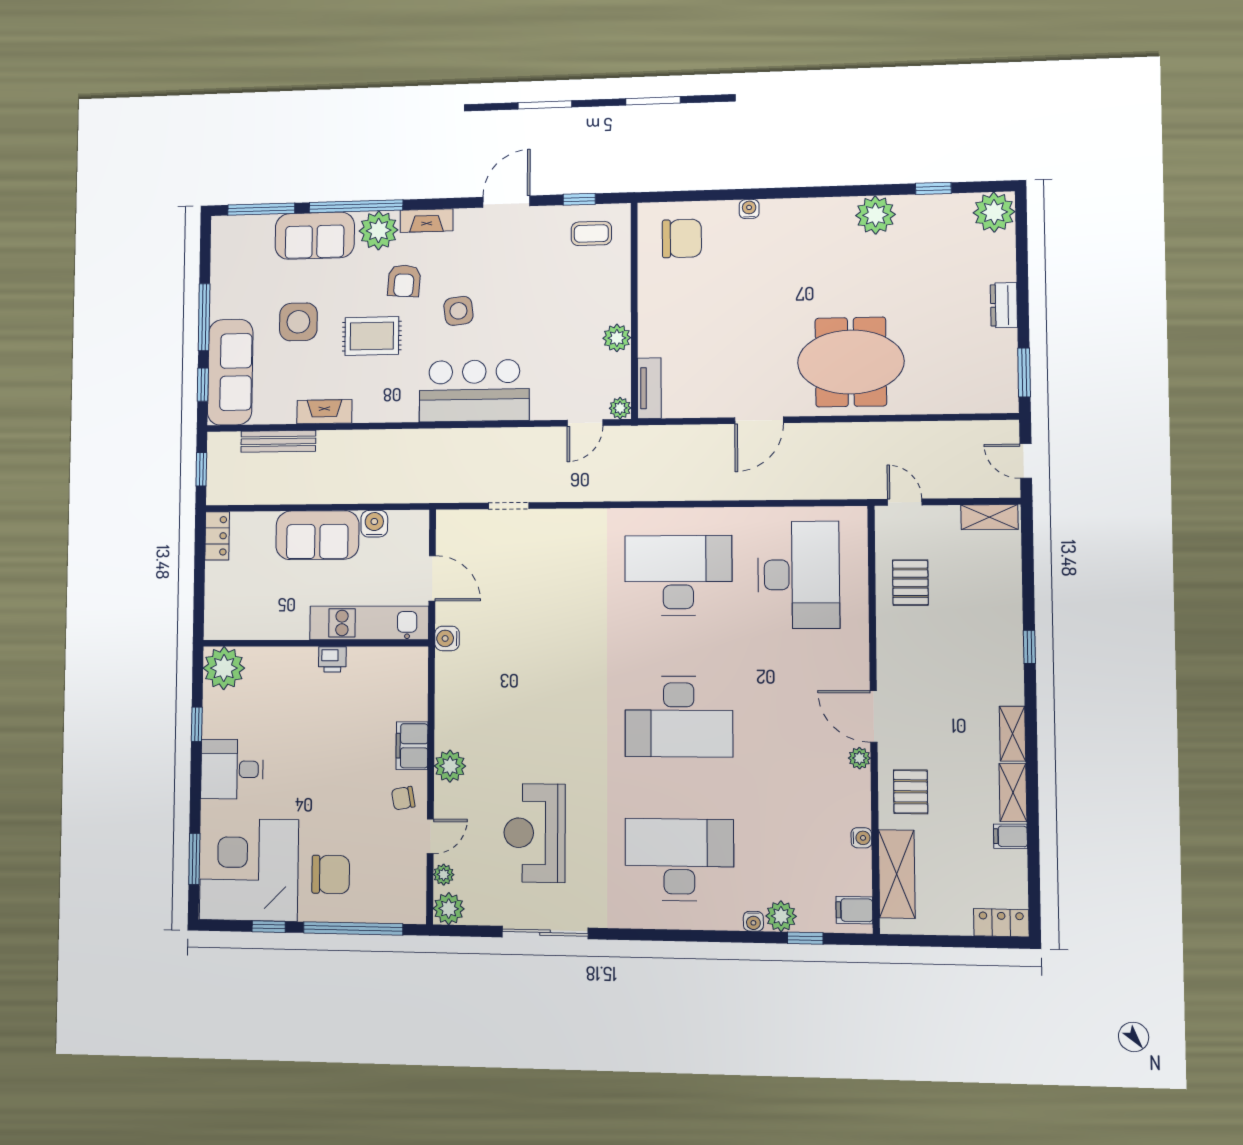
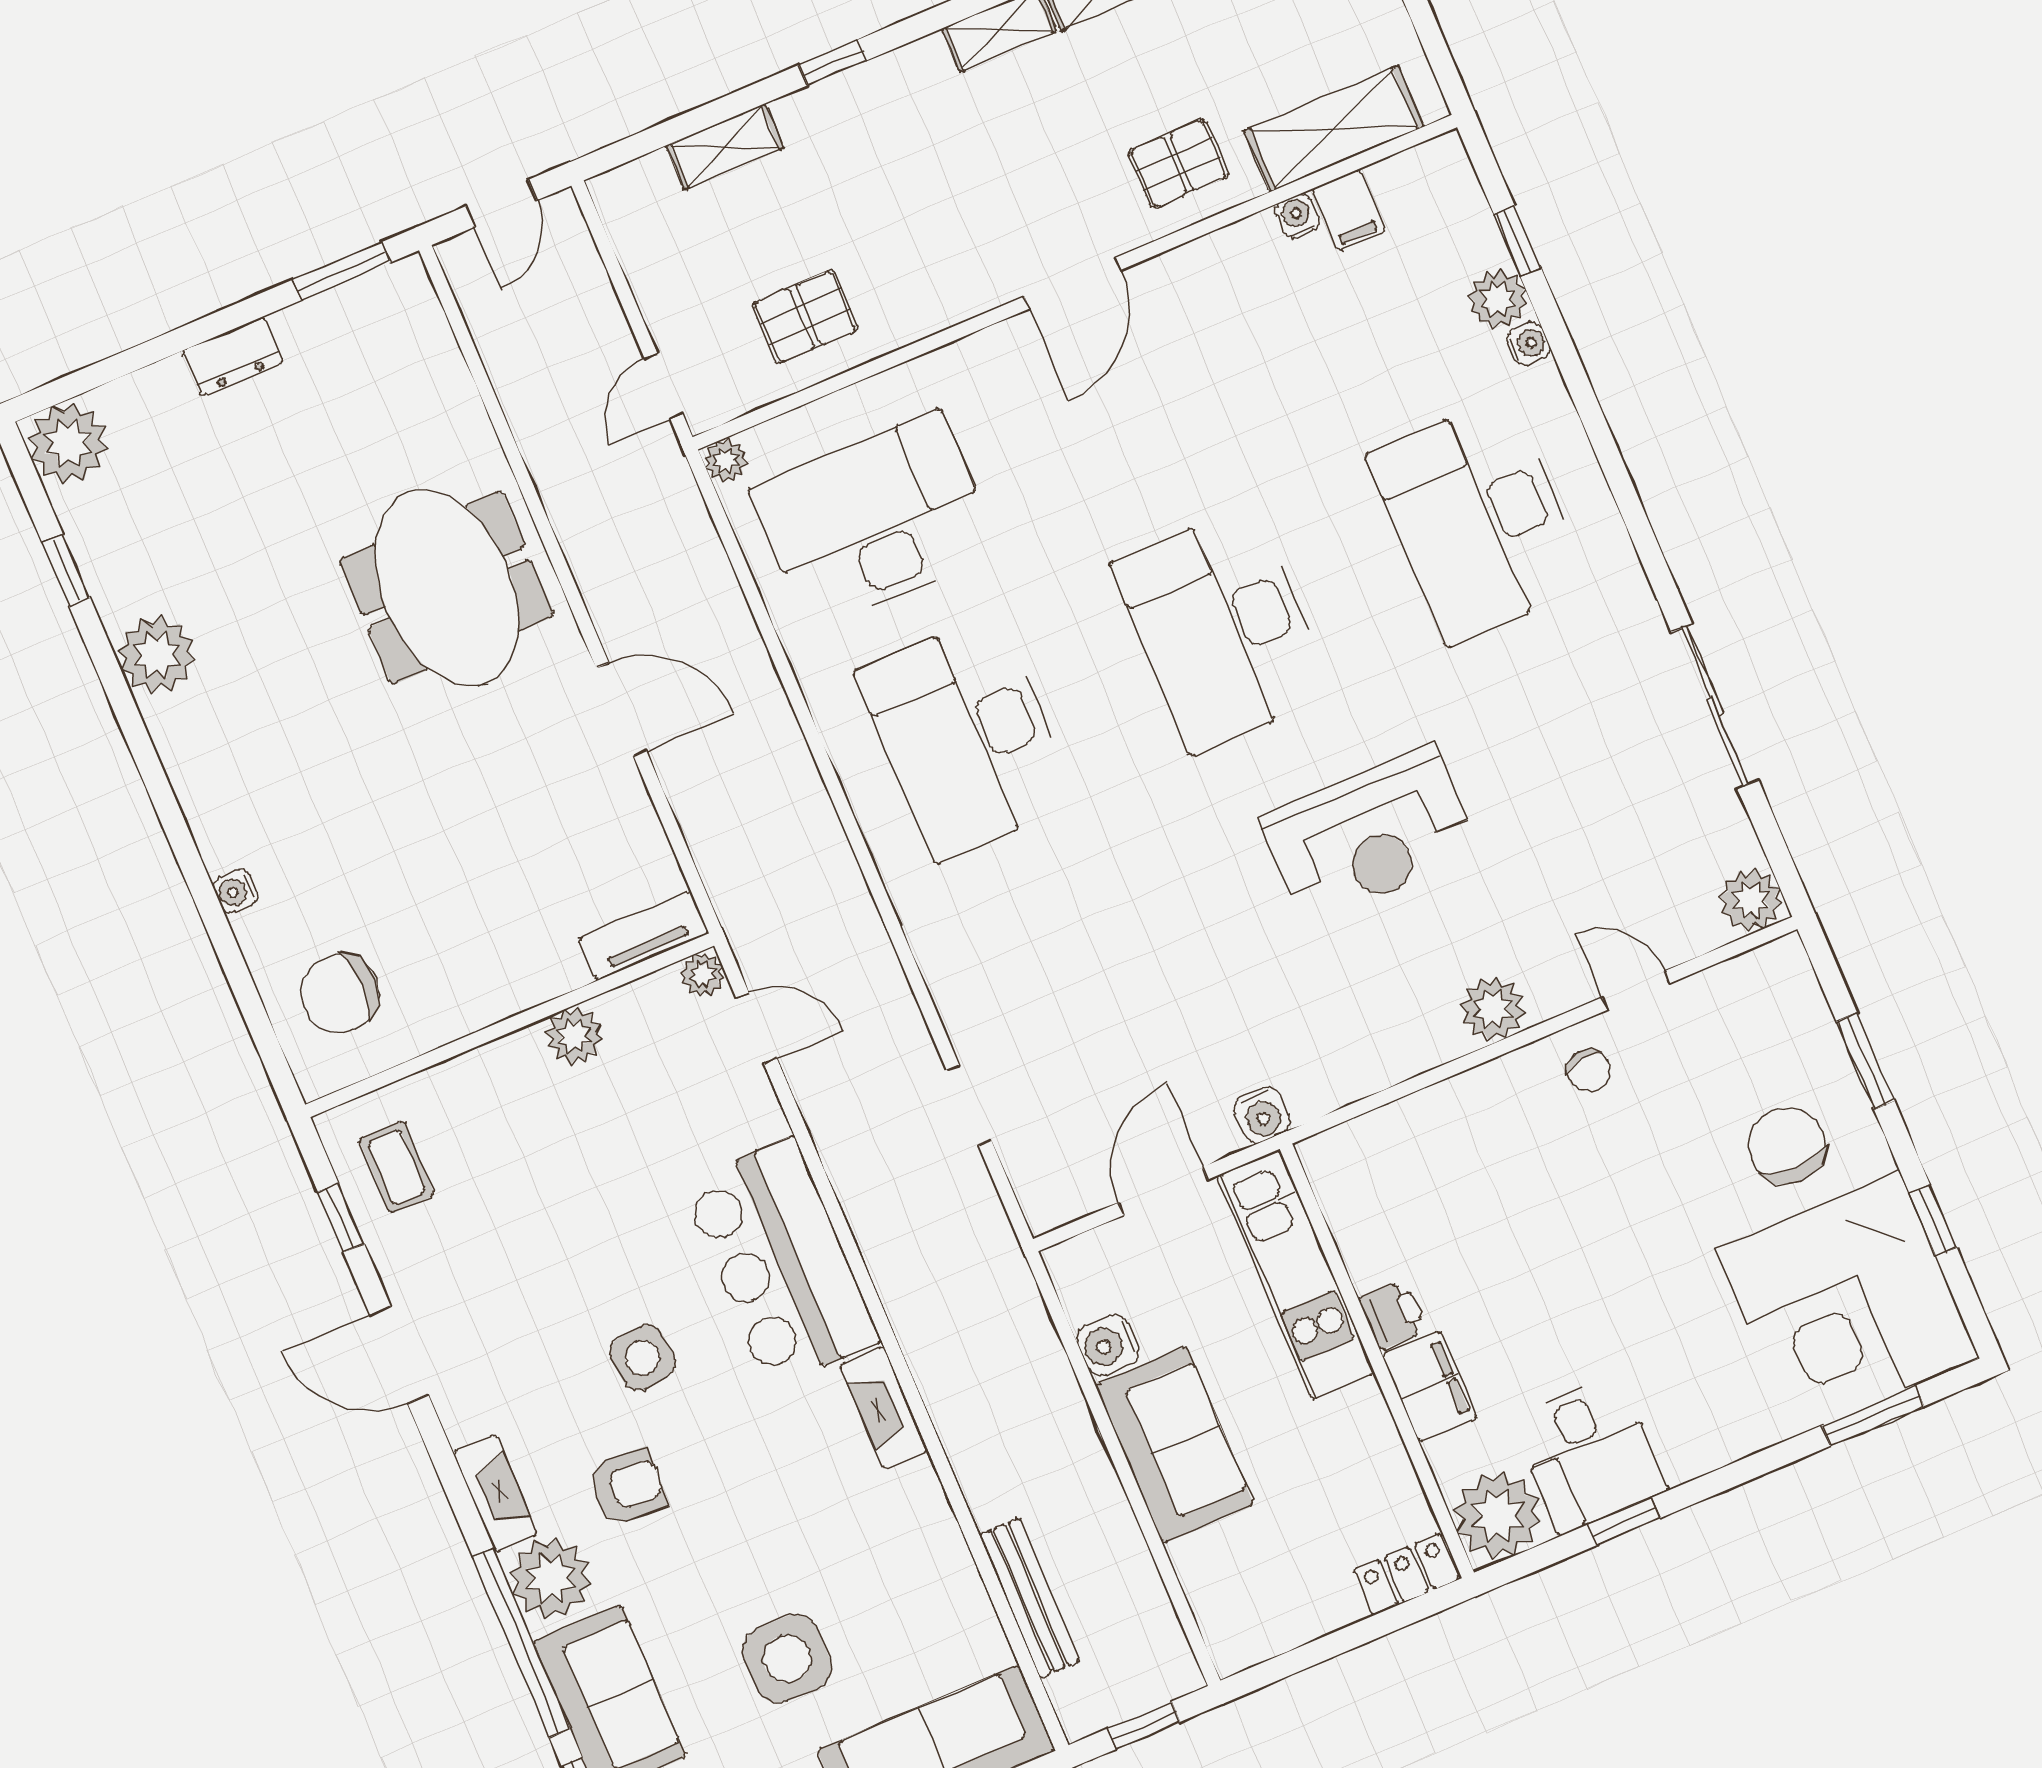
chair: (682, 238) -> (340, 993), turned -90
rug: (372, 336) -> (757, 1504), removed
fireplace: (324, 412) -> (884, 1408), moved
shelving: (989, 517) -> (725, 147), moved, turned 90
locker: (217, 536) -> (1406, 1574), moved
desk: (679, 717) -> (1222, 629), turned 180
filing cabinet: (412, 746) -> (1430, 1386), moved, turned -90
plant: (859, 758) -> (726, 461), moved
desk: (232, 769) -> (1589, 1454), moved
reception desk: (535, 833) -> (1369, 835), moved
plant: (444, 875) -> (1694, 936), removed
filing cabinet: (854, 910) -> (1349, 210), moved
window: (353, 928) -> (1865, 1061), width x0.47

